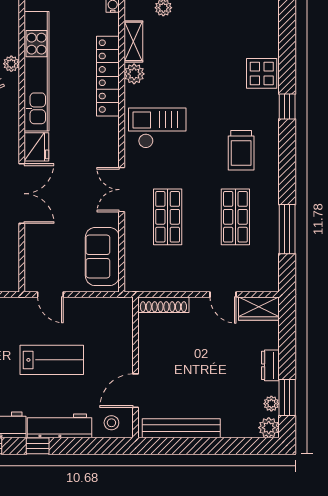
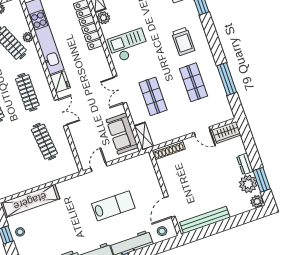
double door: (22, 194) -> (61, 113), width x0.73
shelving: (133, 271) -> (144, 136), added
door: (50, 294) -> (99, 167), swing flipped
plant: (271, 404) -> (248, 184), width x1.87, depth x1.87

